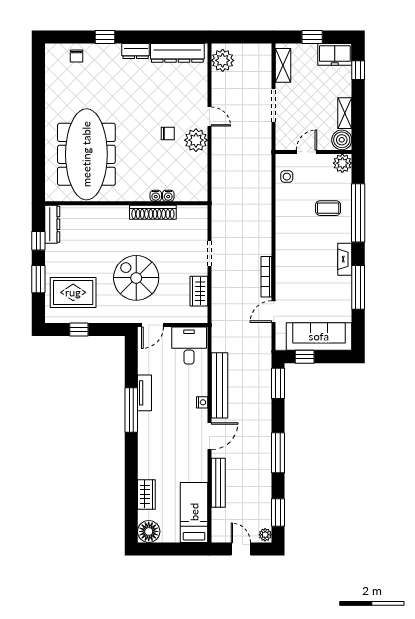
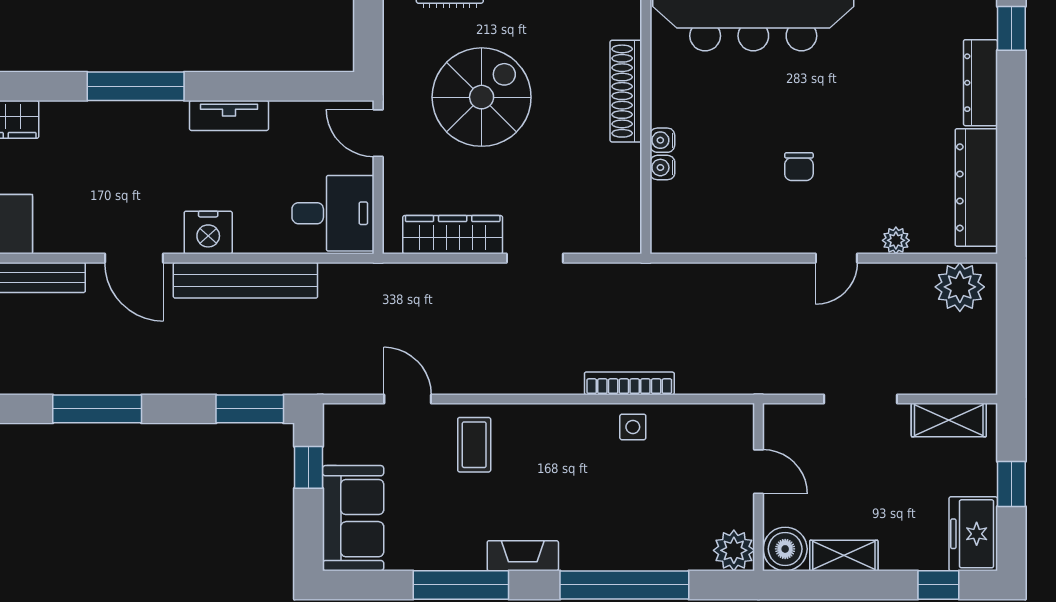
dresser: (136, 51) -> (980, 83), width x1.44
plant: (196, 140) -> (896, 240), moved, width x0.53, depth x0.53
side table: (287, 177) -> (633, 427), moved
coffee table: (328, 208) -> (474, 445), moved
shoe rack: (153, 212) -> (626, 91), moved
bookcase: (266, 277) -> (629, 383), moved
wardrobe: (199, 291) -> (453, 235), width x1.50
sofa: (319, 336) -> (353, 518), width x0.73
nightstand: (202, 402) -> (208, 232), width x1.89, depth x1.79
window: (131, 410) -> (136, 86), moved

